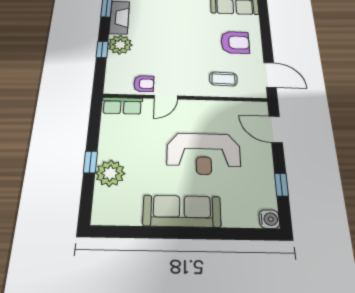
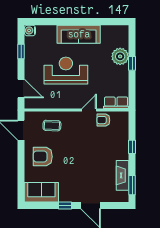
plant: (120, 45) -> (120, 151), removed

